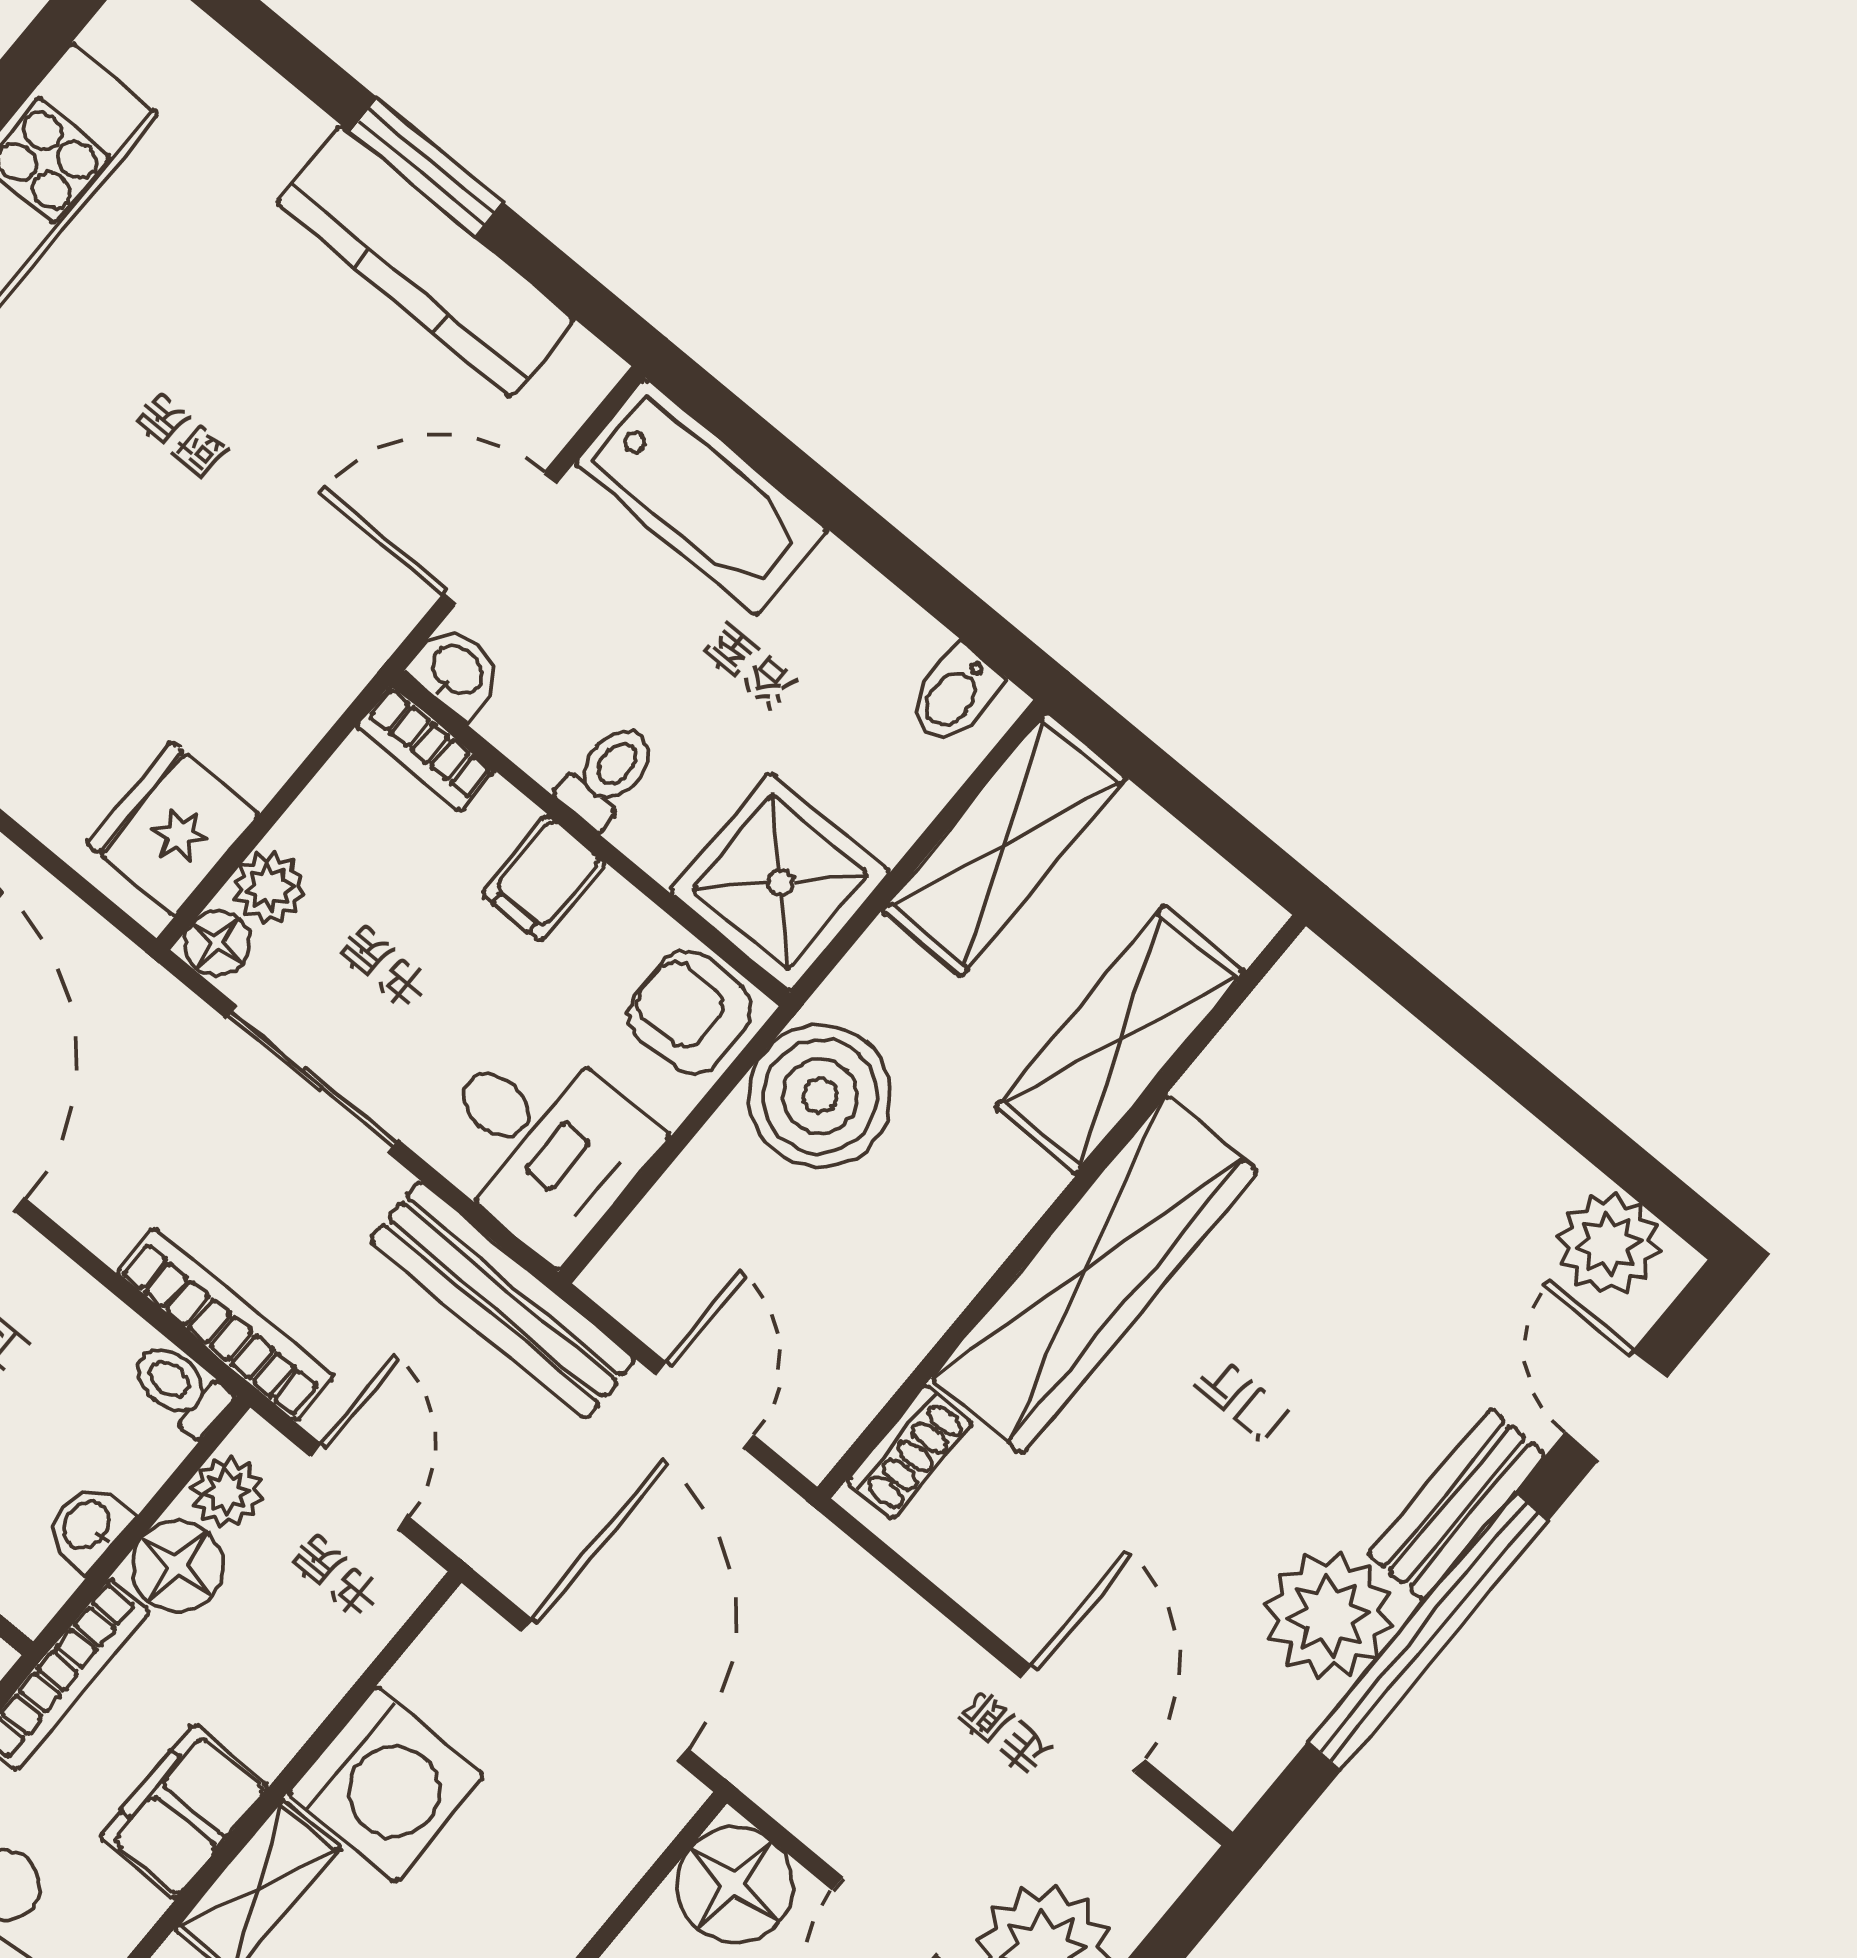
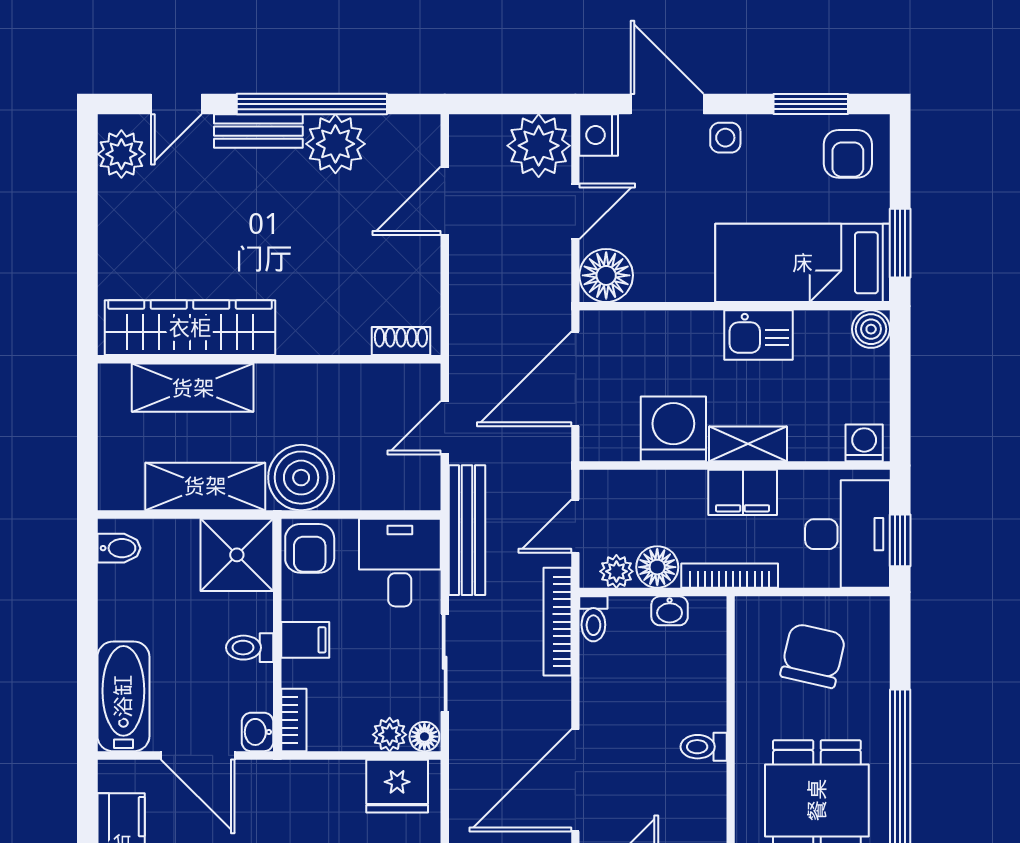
shelving: (1004, 844) -> (205, 486), moved
wardrobe: (1094, 1274) -> (190, 328), moved

